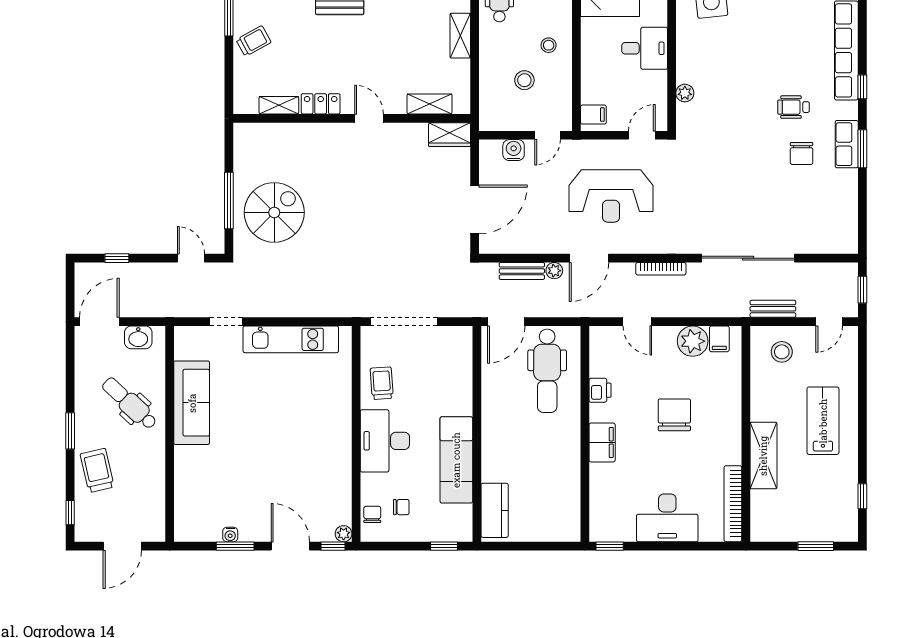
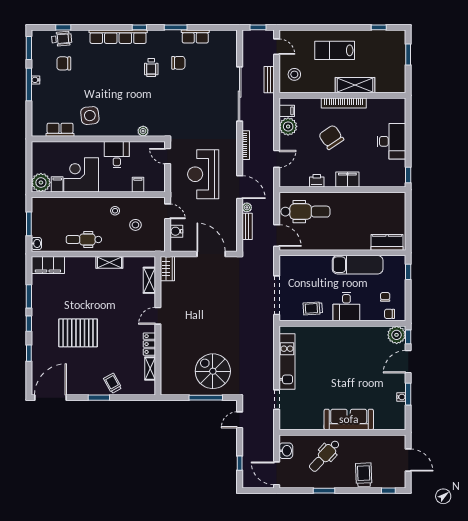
filing cabinet: (593, 115) -> (138, 185), moved
row of seats: (847, 144) -> (195, 36), moved
reception desk: (611, 196) -> (203, 174), turned 180
sofa: (192, 403) -> (349, 419), moved
chair: (674, 415) -> (331, 137), turned 56
window: (70, 431) -> (324, 491), moved
desk: (385, 441) -> (346, 307), width x0.73
trolley: (97, 470) -> (364, 475), turned 101
bookcase: (733, 504) -> (344, 103), moved
plant: (344, 534) -> (397, 335), width x1.87, depth x1.87

